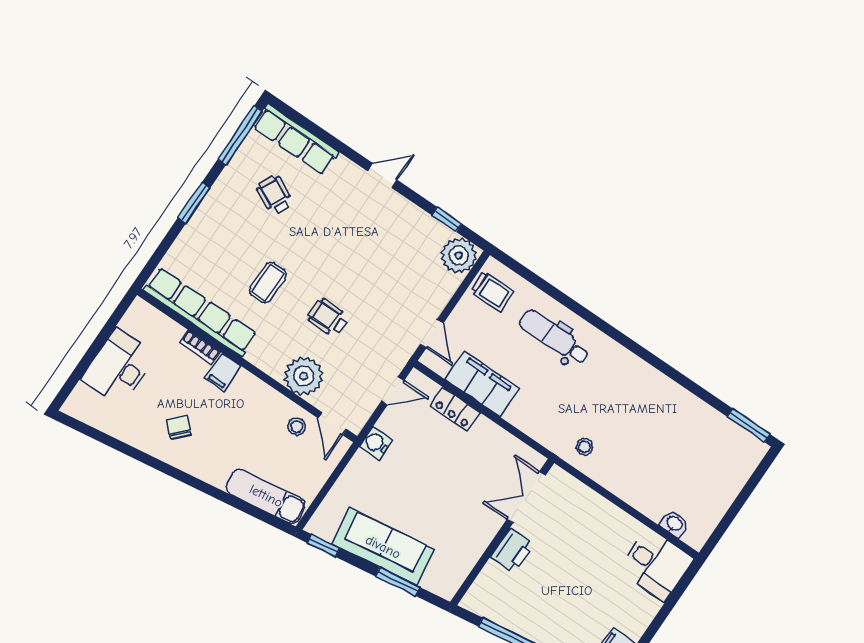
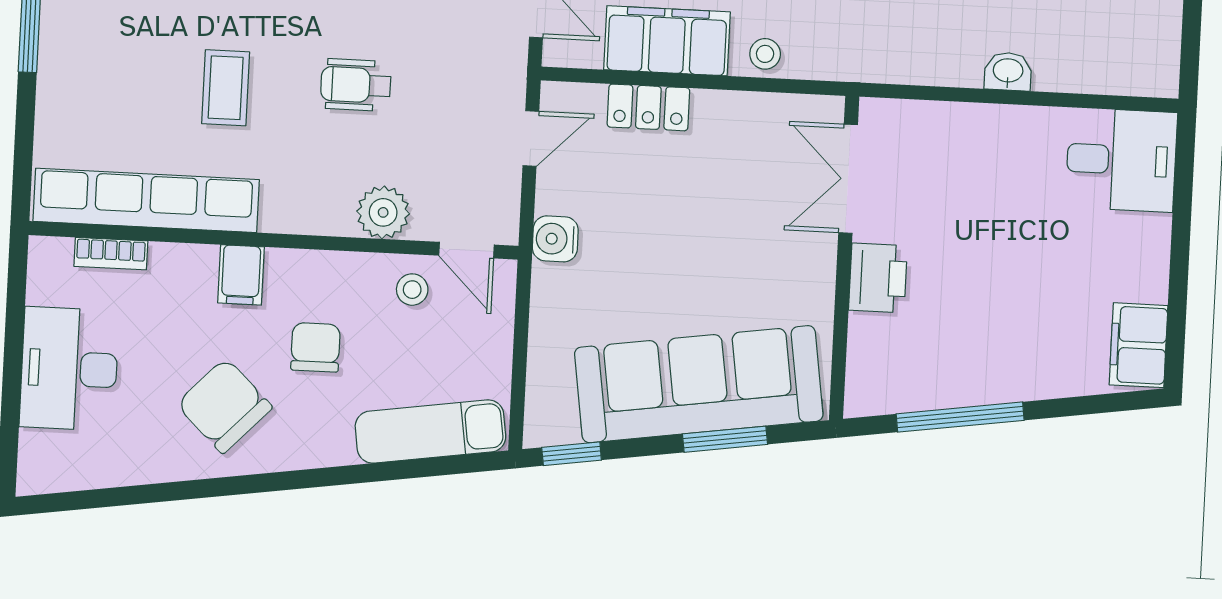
bookcase: (200, 347) -> (111, 254), moved
plant: (304, 376) -> (383, 212), width x0.73, depth x0.73
chair: (237, 426) -> (315, 347), added
chair: (179, 427) -> (224, 406), width x1.87, depth x1.87
stool: (584, 447) -> (765, 54), moved
washbasin: (674, 524) -> (1008, 71), moved
sofa: (383, 547) -> (699, 384), width x1.36, depth x1.27

